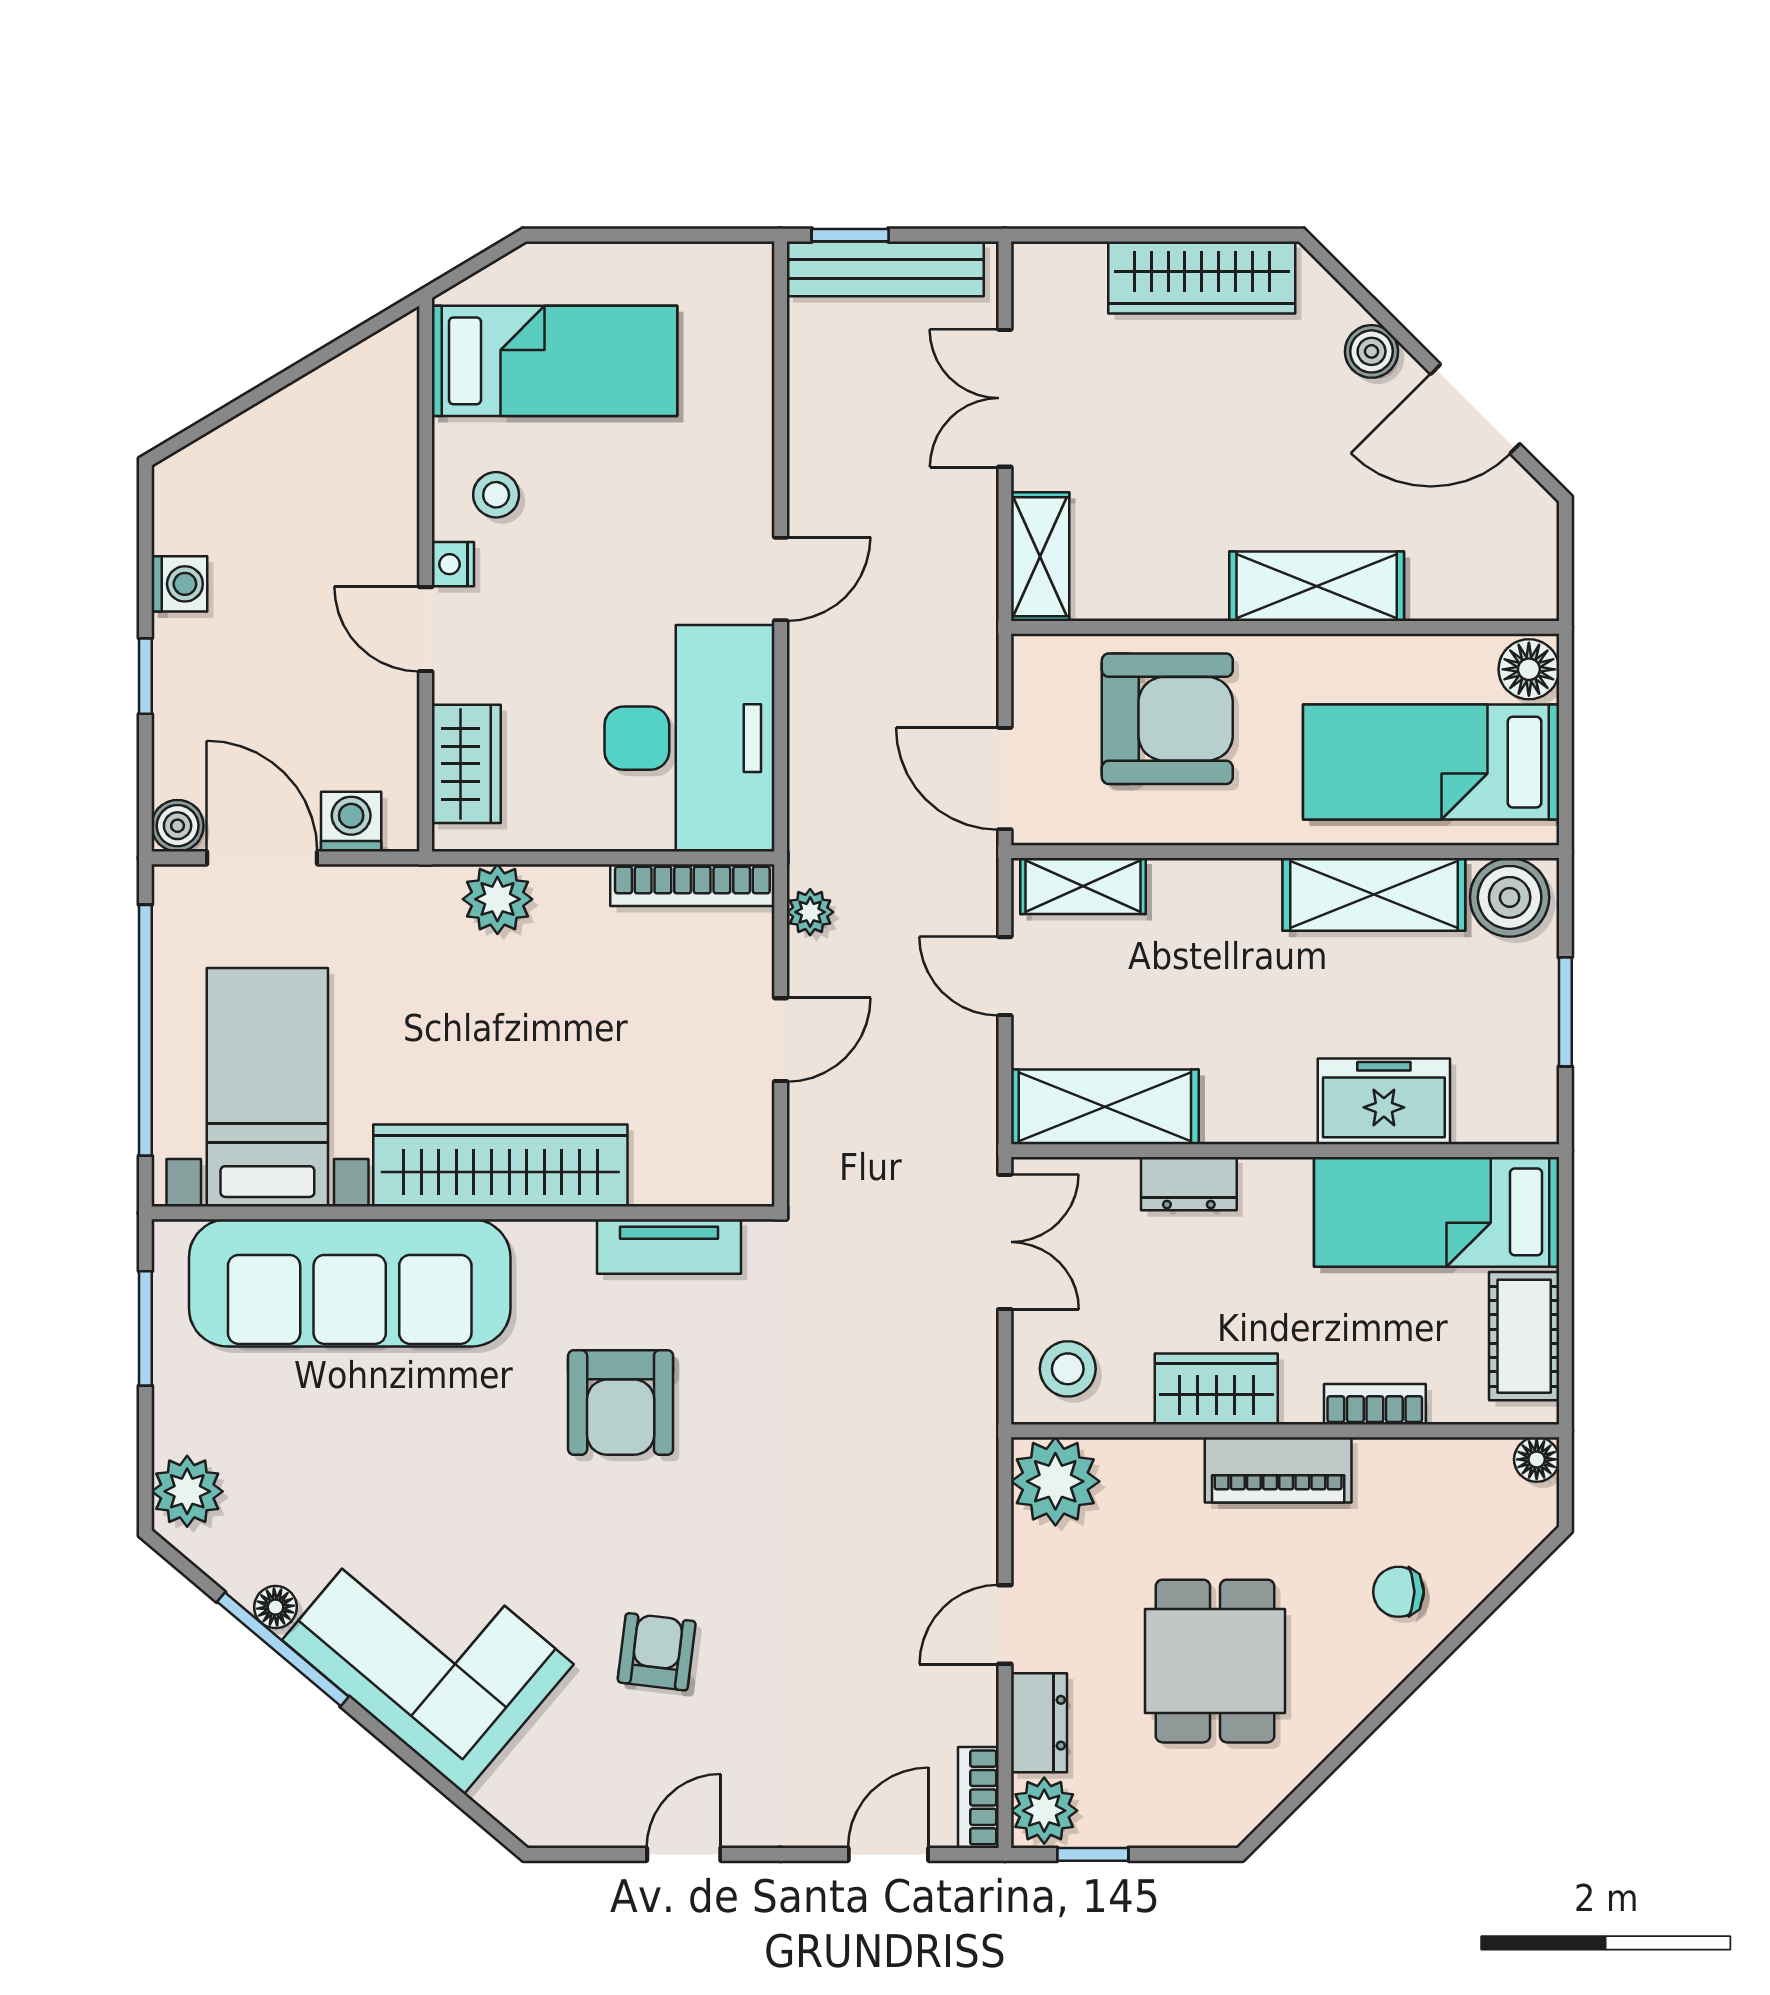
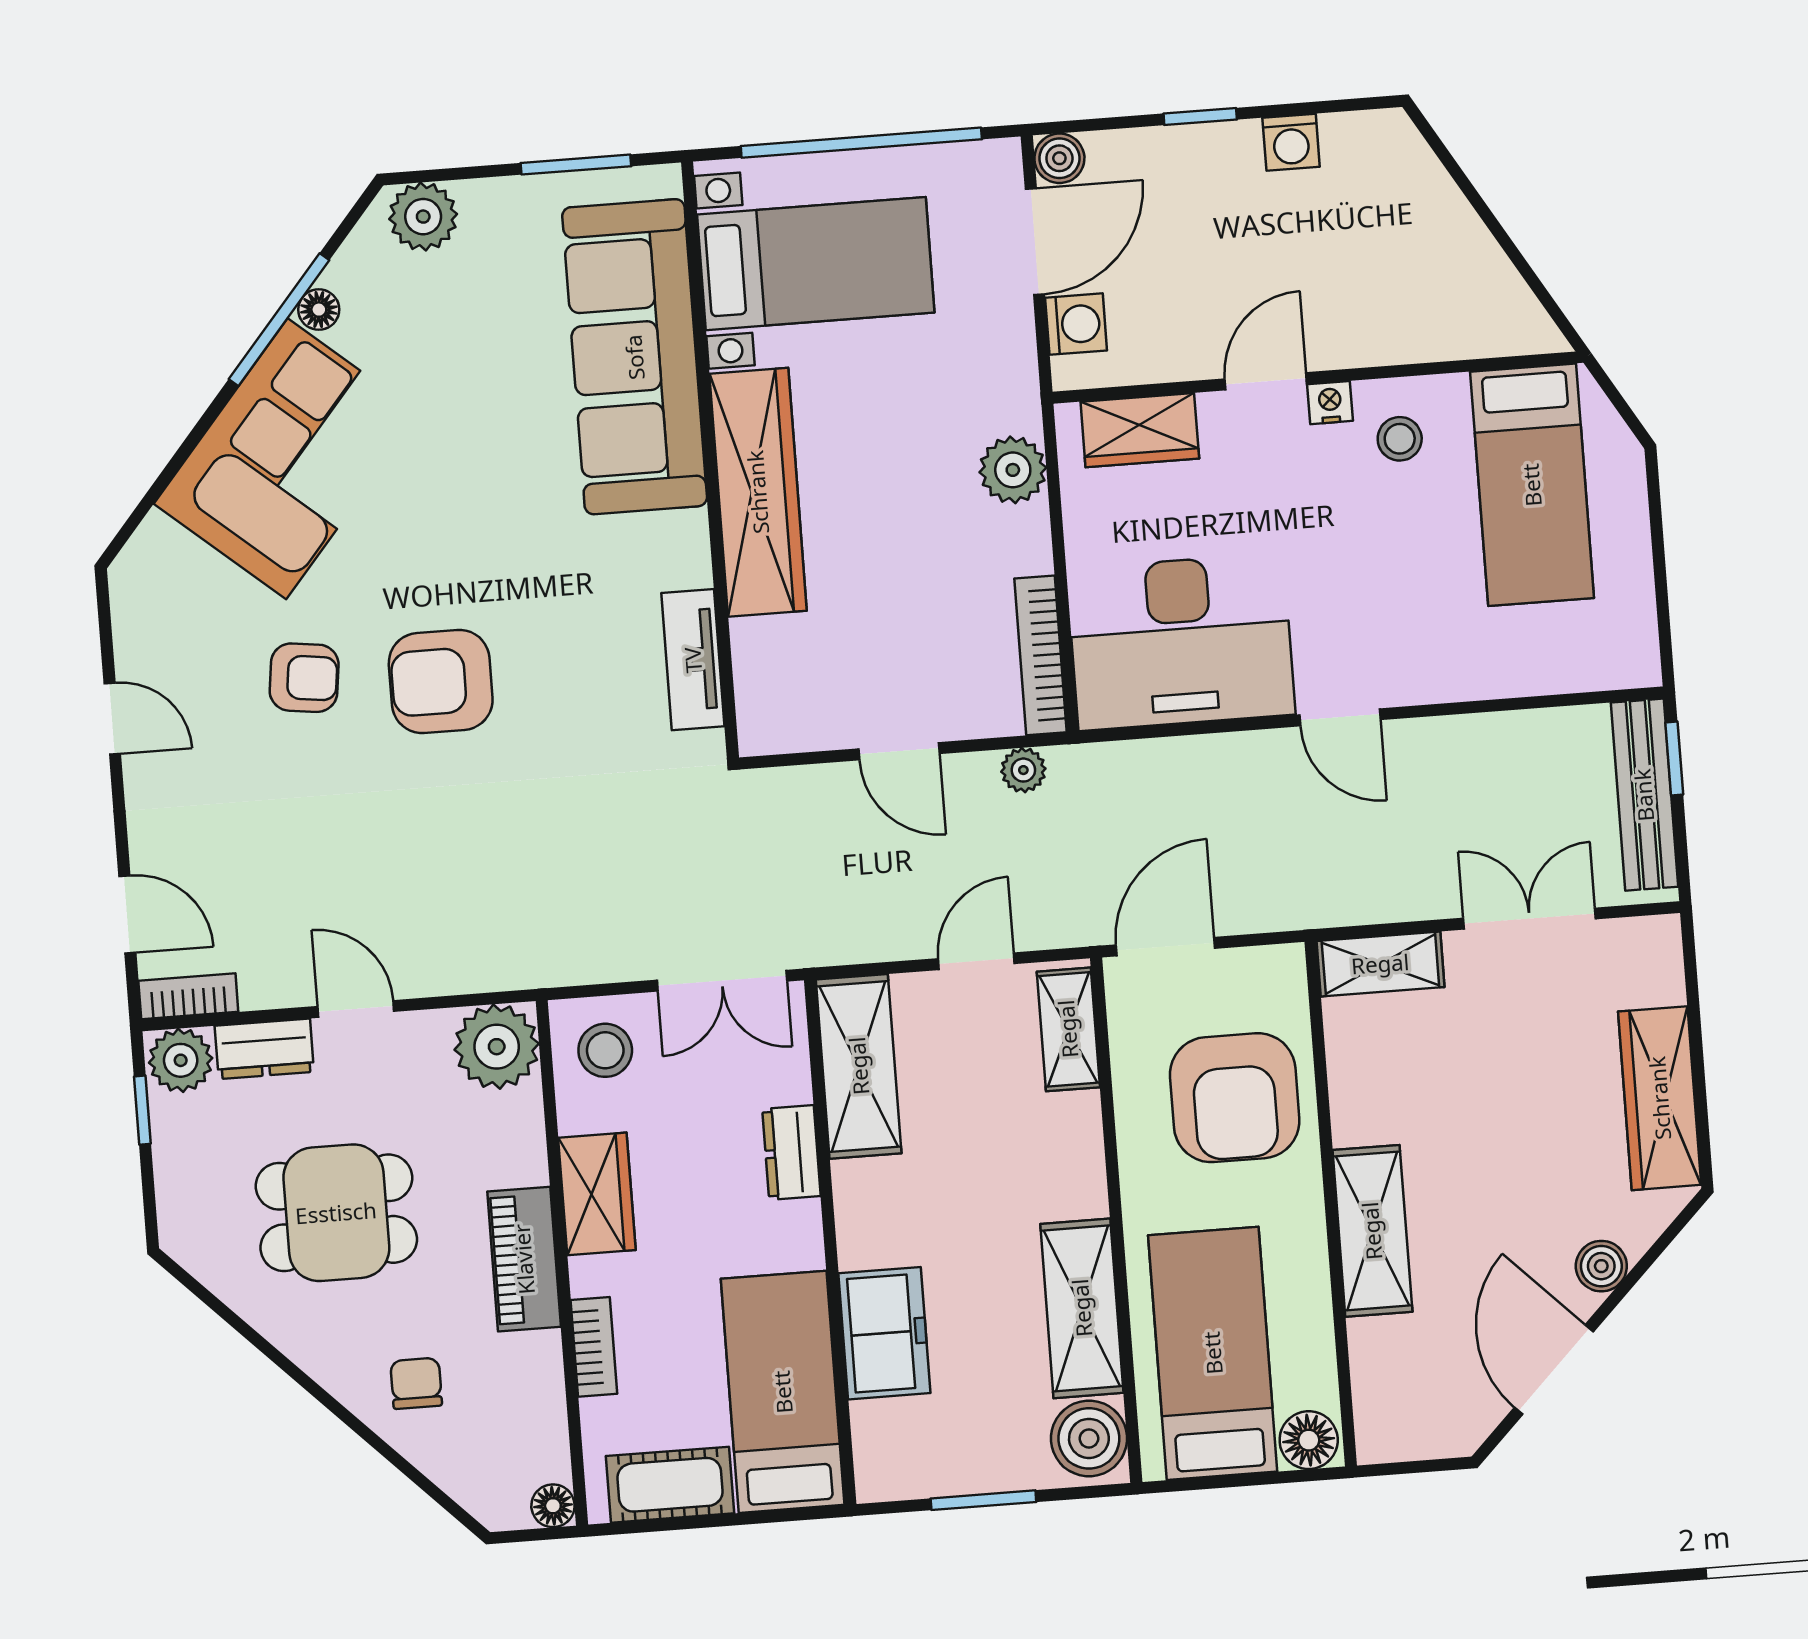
armchair: (621, 1402) -> (441, 681), moved

